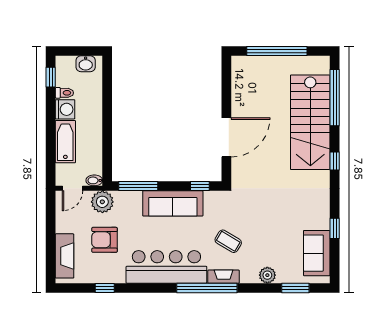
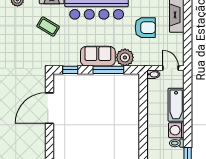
window: (138, 186) -> (108, 70), moved
door: (72, 188) -> (170, 68), hinge flipped
plant: (102, 202) -> (125, 57), moved
sofa: (173, 203) -> (98, 56), width x0.73

